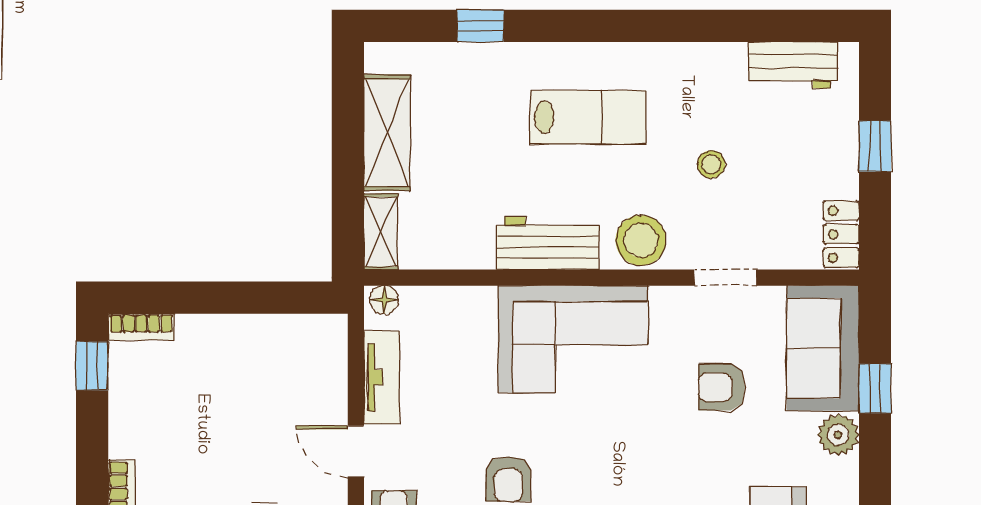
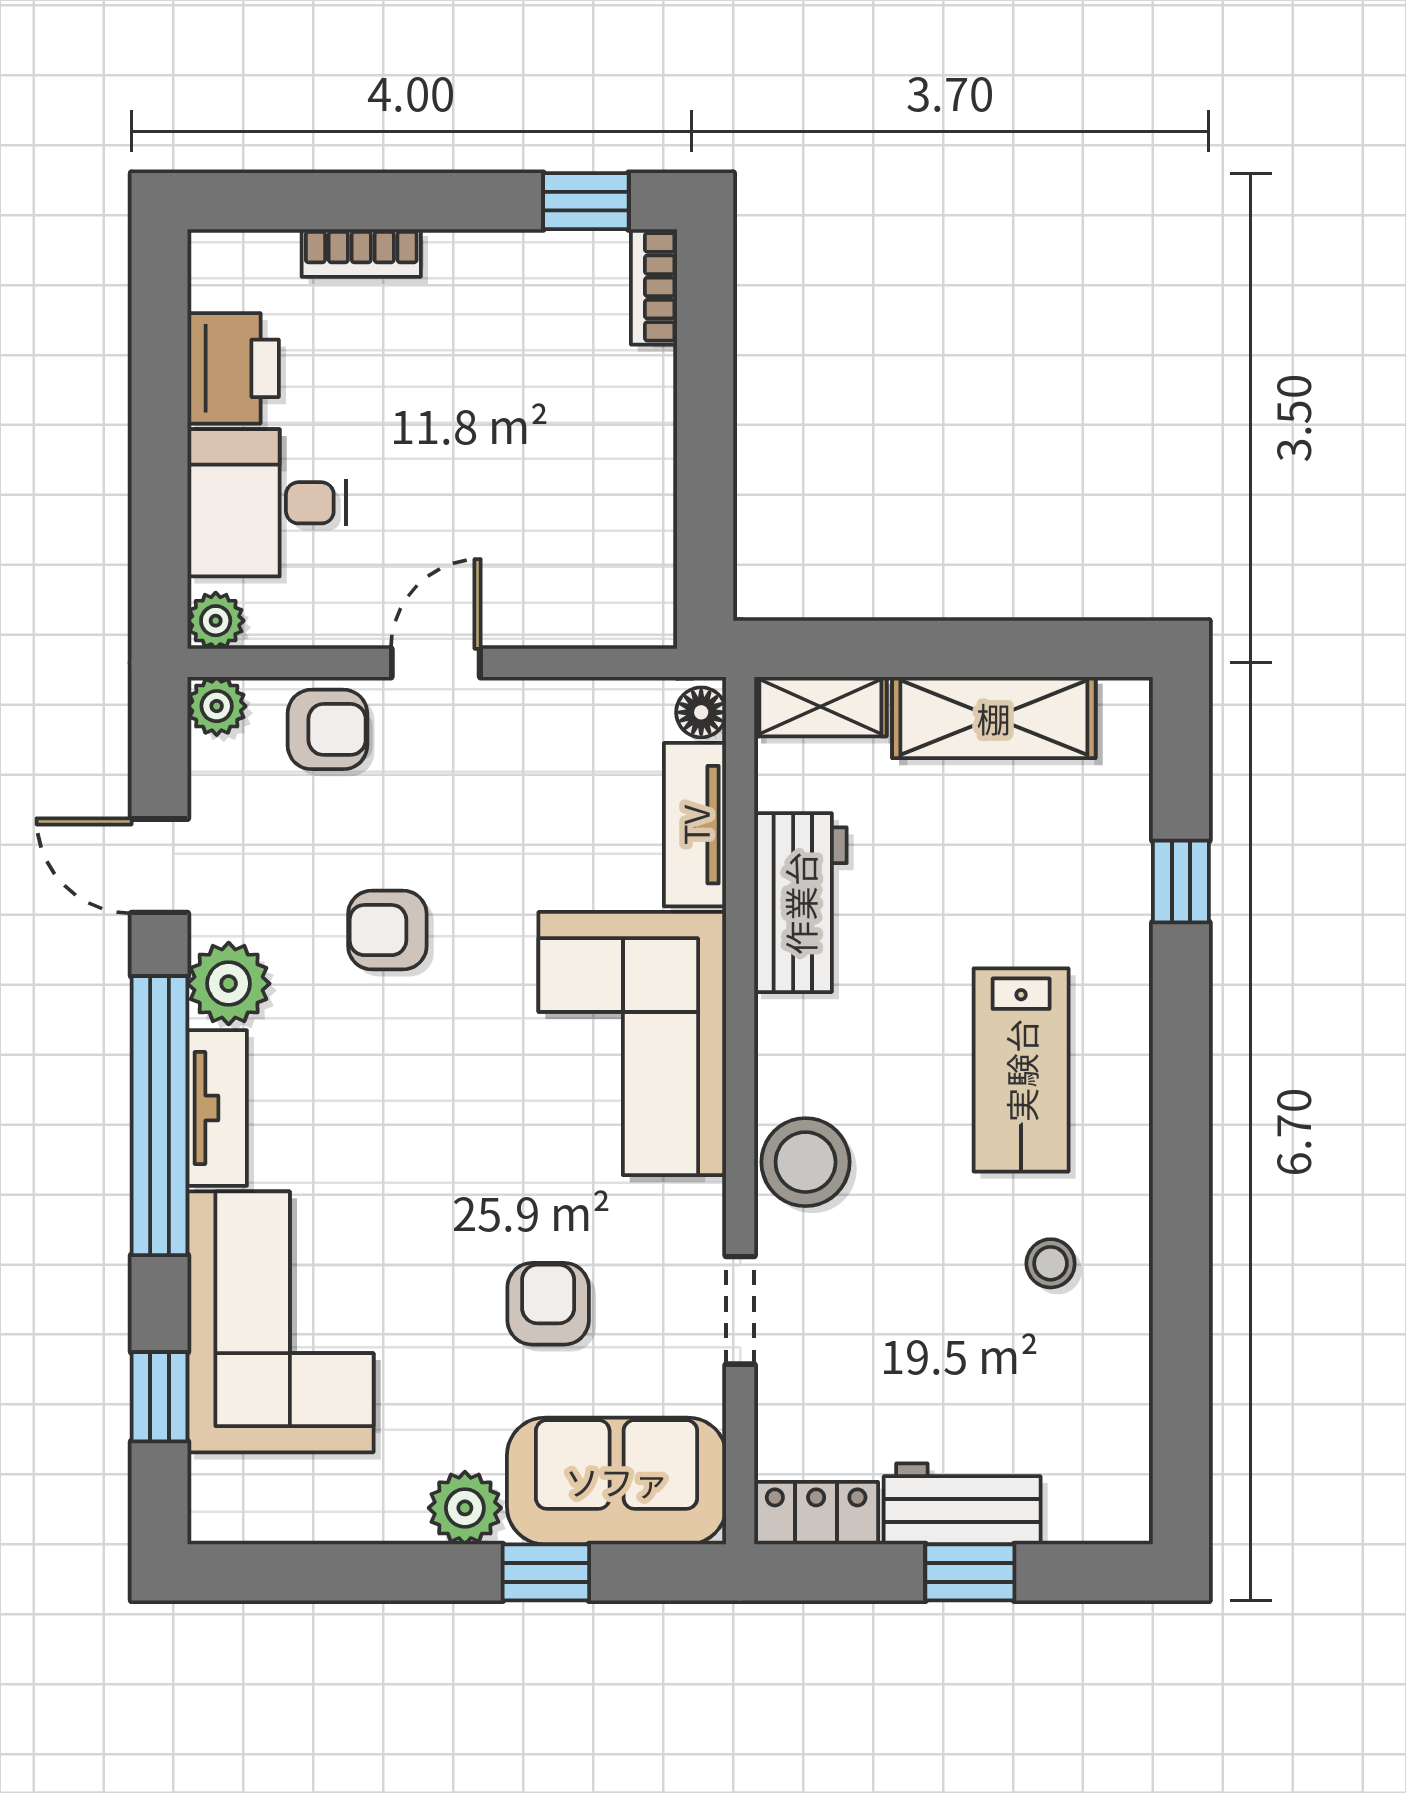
workbench: (793, 65) -> (962, 1504), moved, turned 90
stool: (711, 164) -> (1051, 1263), moved
workbench: (548, 243) -> (800, 903), moved
tv unit: (382, 377) -> (695, 825), moved, turned 90

